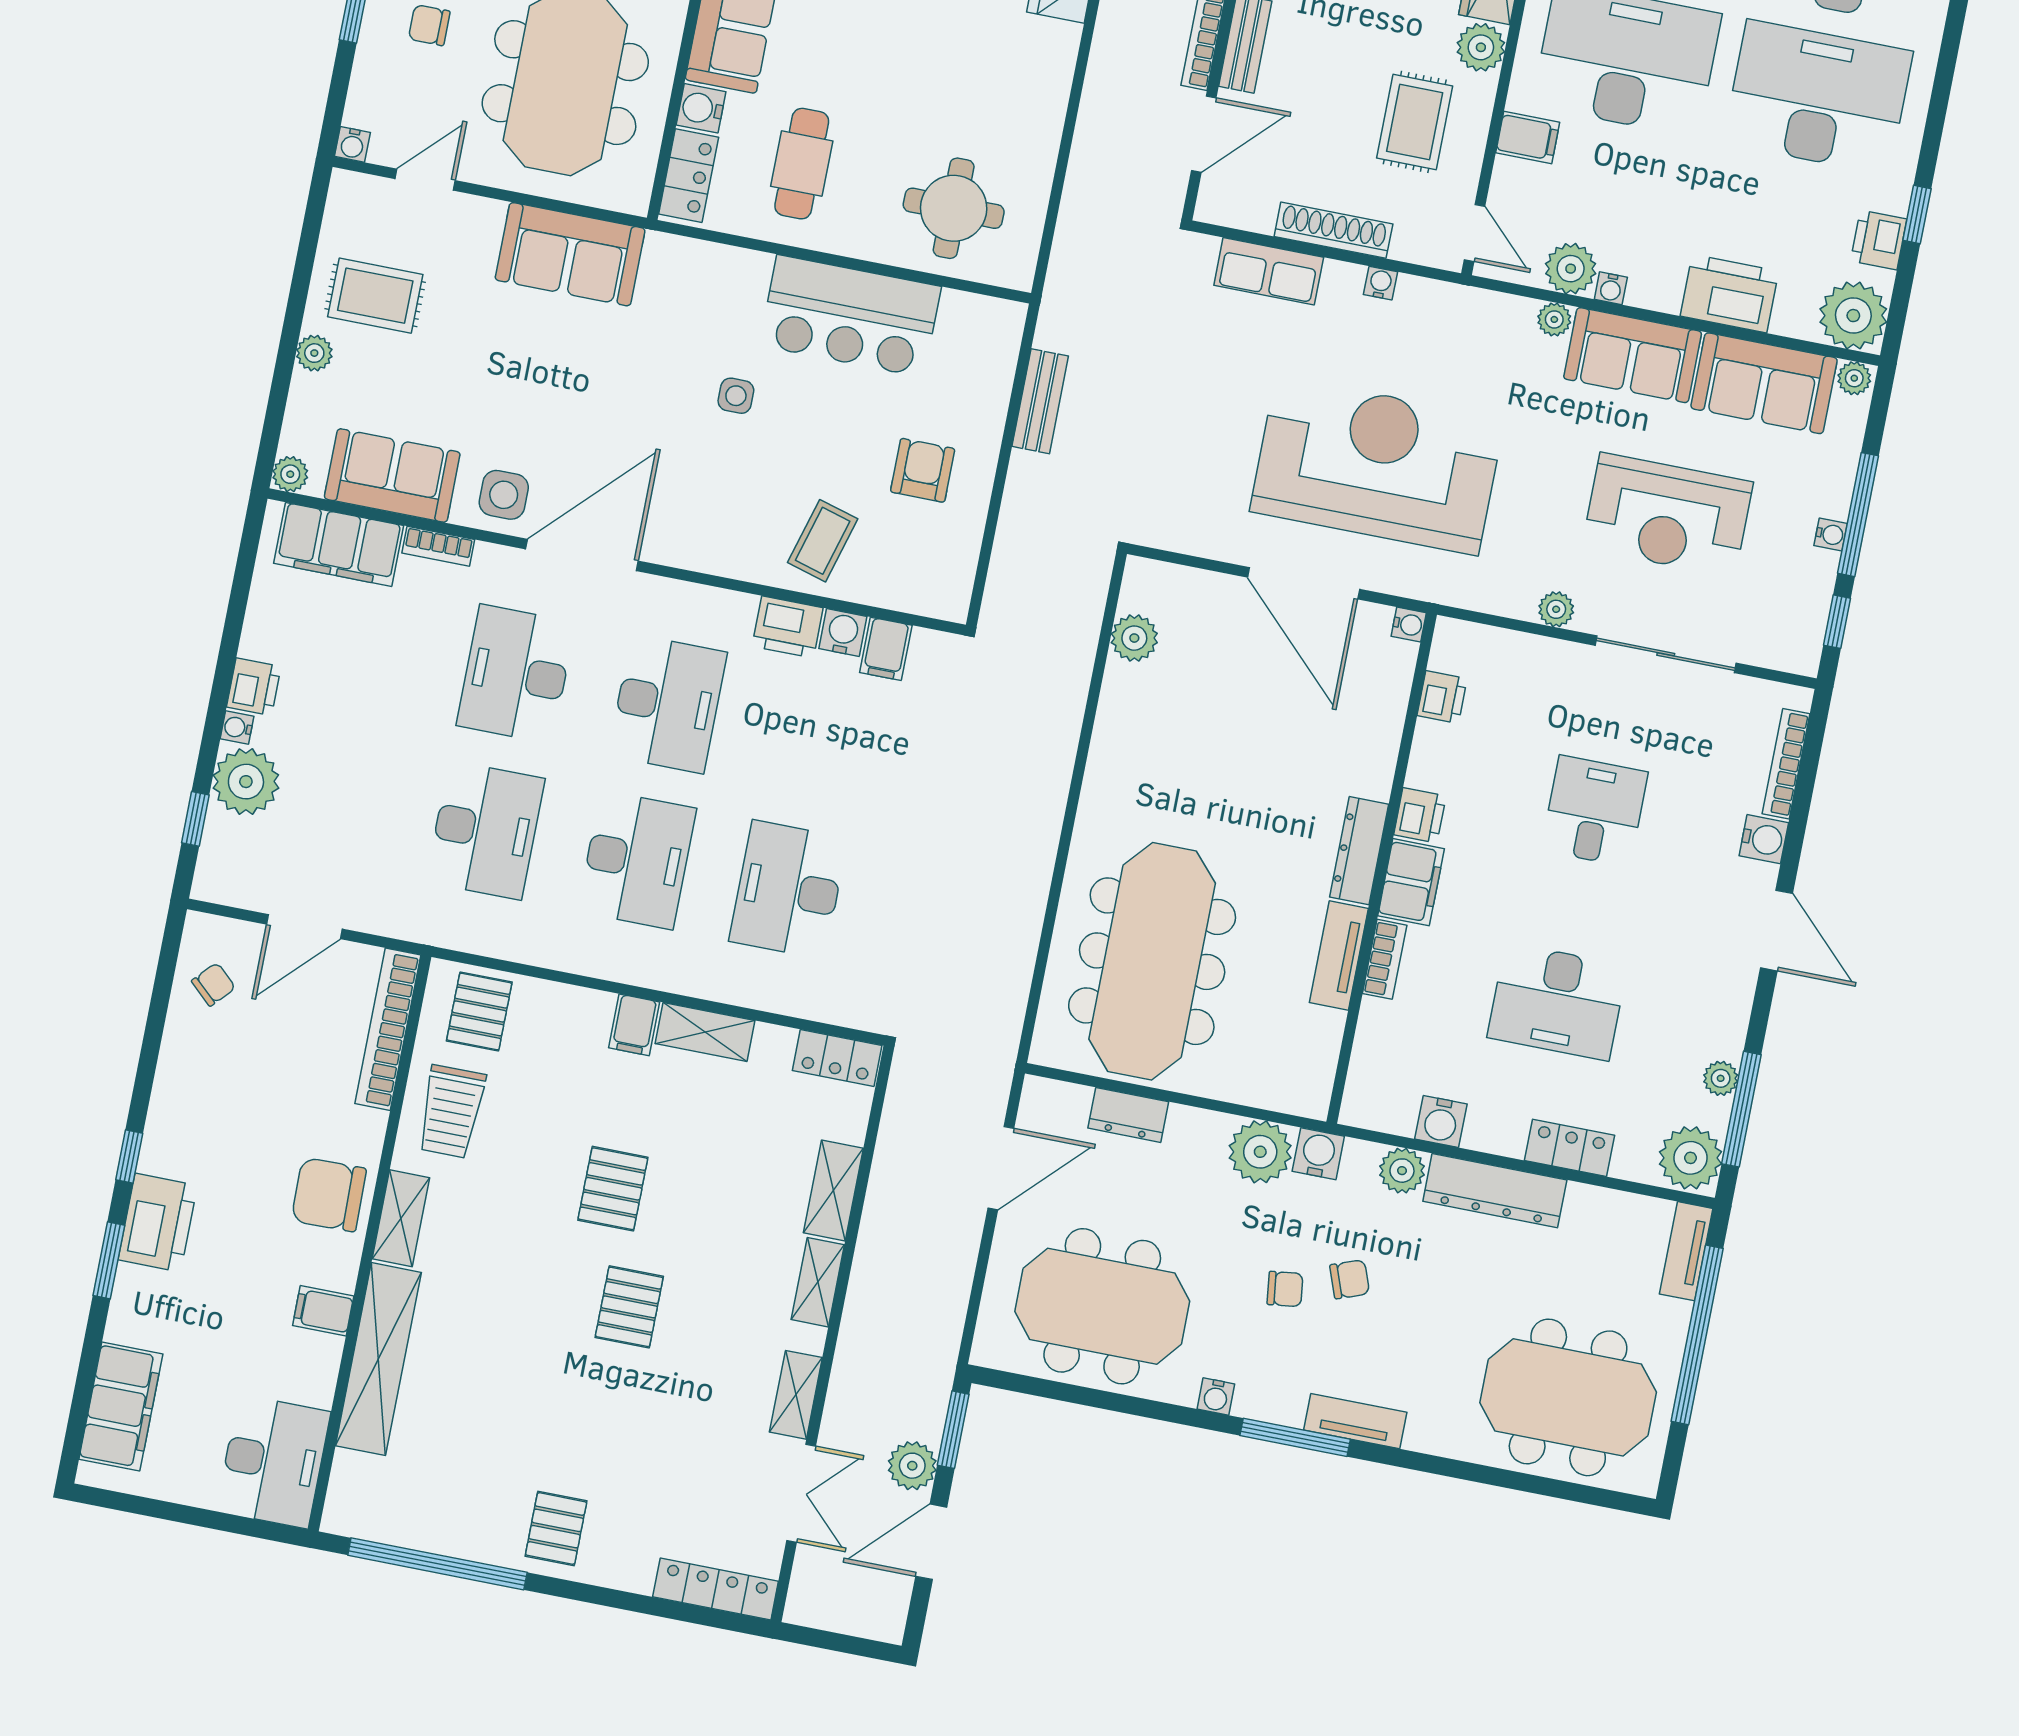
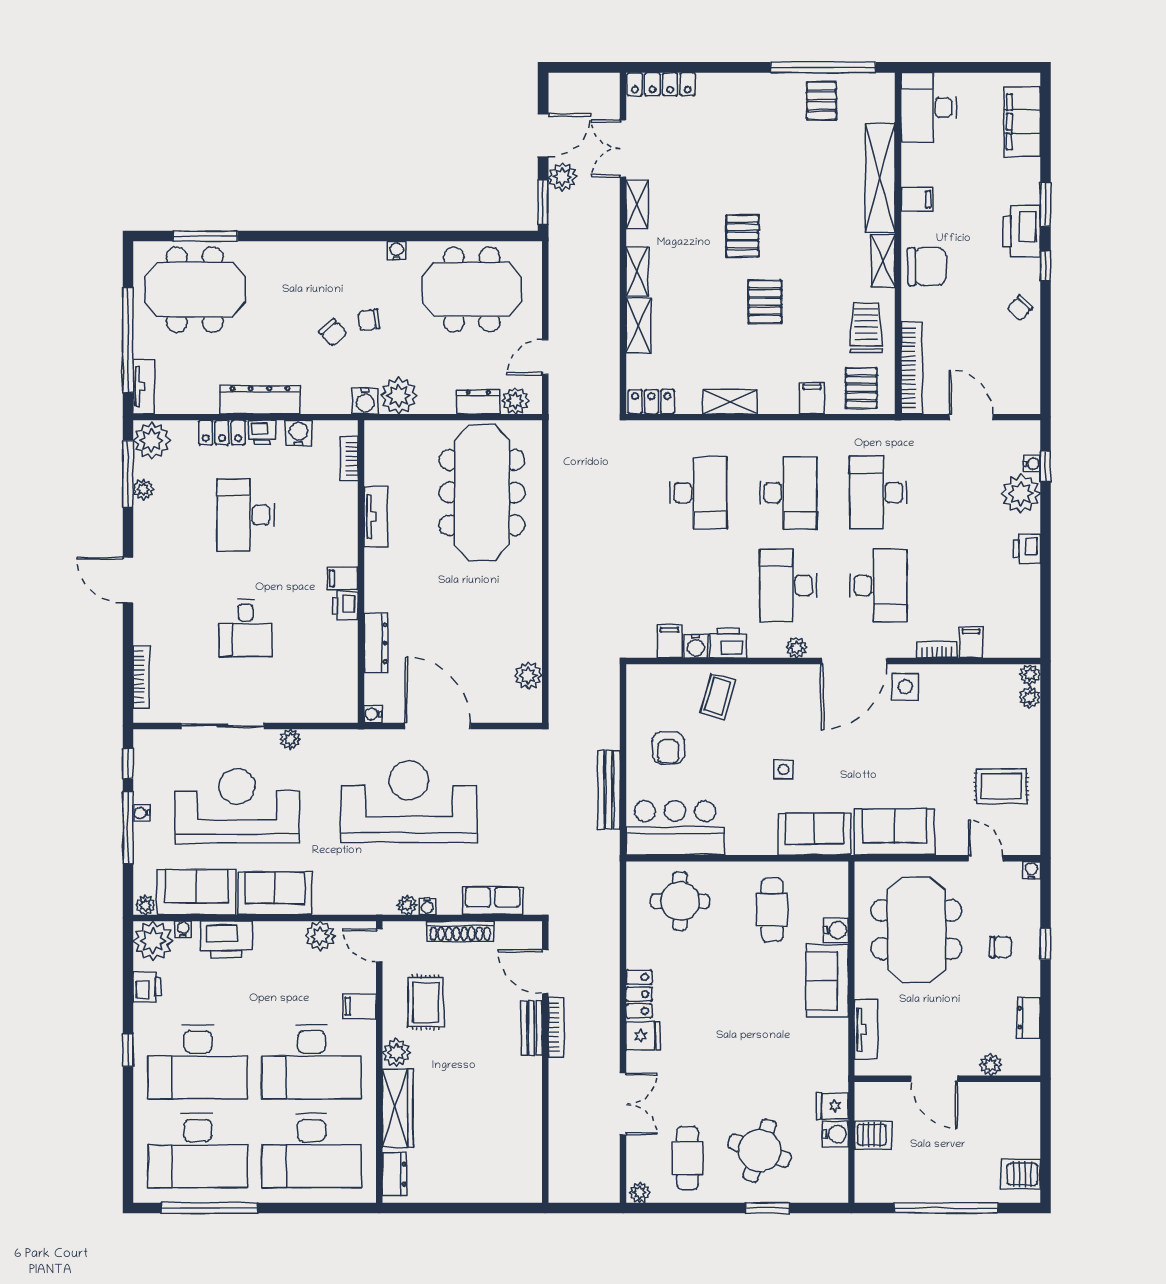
door: (1204, 134) -> (545, 972), hinge flipped
locker: (689, 176) -> (639, 994), moved, turned 180
door: (425, 180) -> (986, 858), swing flipped
window: (1917, 214) -> (128, 1050), moved
water cooler: (1611, 288) -> (183, 929), moved
bar counter: (850, 316) -> (675, 828), moved
plant: (1554, 319) -> (407, 905), moved
plant: (314, 353) -> (1030, 697), moved
bench: (1040, 401) -> (609, 790), width x1.36
reception desk: (1377, 465) -> (409, 802), turned 180
sofa: (392, 476) -> (815, 834), moved, turned 180
reception desk: (1667, 515) -> (237, 806), width x1.36, depth x1.30
filing cabinet: (339, 544) -> (971, 642), width x0.33, depth x0.86
plant: (674, 597) -> (797, 647), added
printer: (1442, 697) -> (262, 433), moved, turned -90
water cooler: (237, 727) -> (1032, 464), moved
water cooler: (1764, 839) -> (145, 631), removed
dresser: (1359, 851) -> (376, 643), moved
desk: (637, 860) -> (788, 493), turned 180
filing cabinet: (1411, 882) -> (343, 578), width x0.50
door: (304, 927) -> (971, 417), hinge flipped
bookcase: (1385, 959) -> (349, 459), moved
chair: (214, 984) -> (1020, 308), moved
desk: (1557, 1002) -> (246, 515), turned -90
filing cabinet: (634, 1025) -> (812, 398), moved
door: (1001, 1168) -> (545, 357), width x0.73
plant: (1402, 1171) -> (515, 401), moved
chair: (1350, 1279) -> (333, 333), turned -113
tv unit: (1355, 1421) -> (314, 252), removed
window: (1295, 1437) -> (206, 236), moved
pallet: (556, 1528) -> (821, 101), moved

